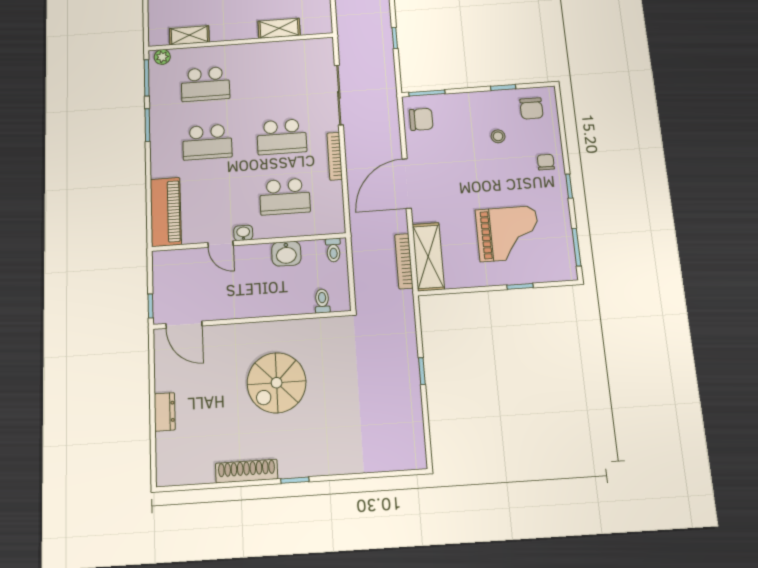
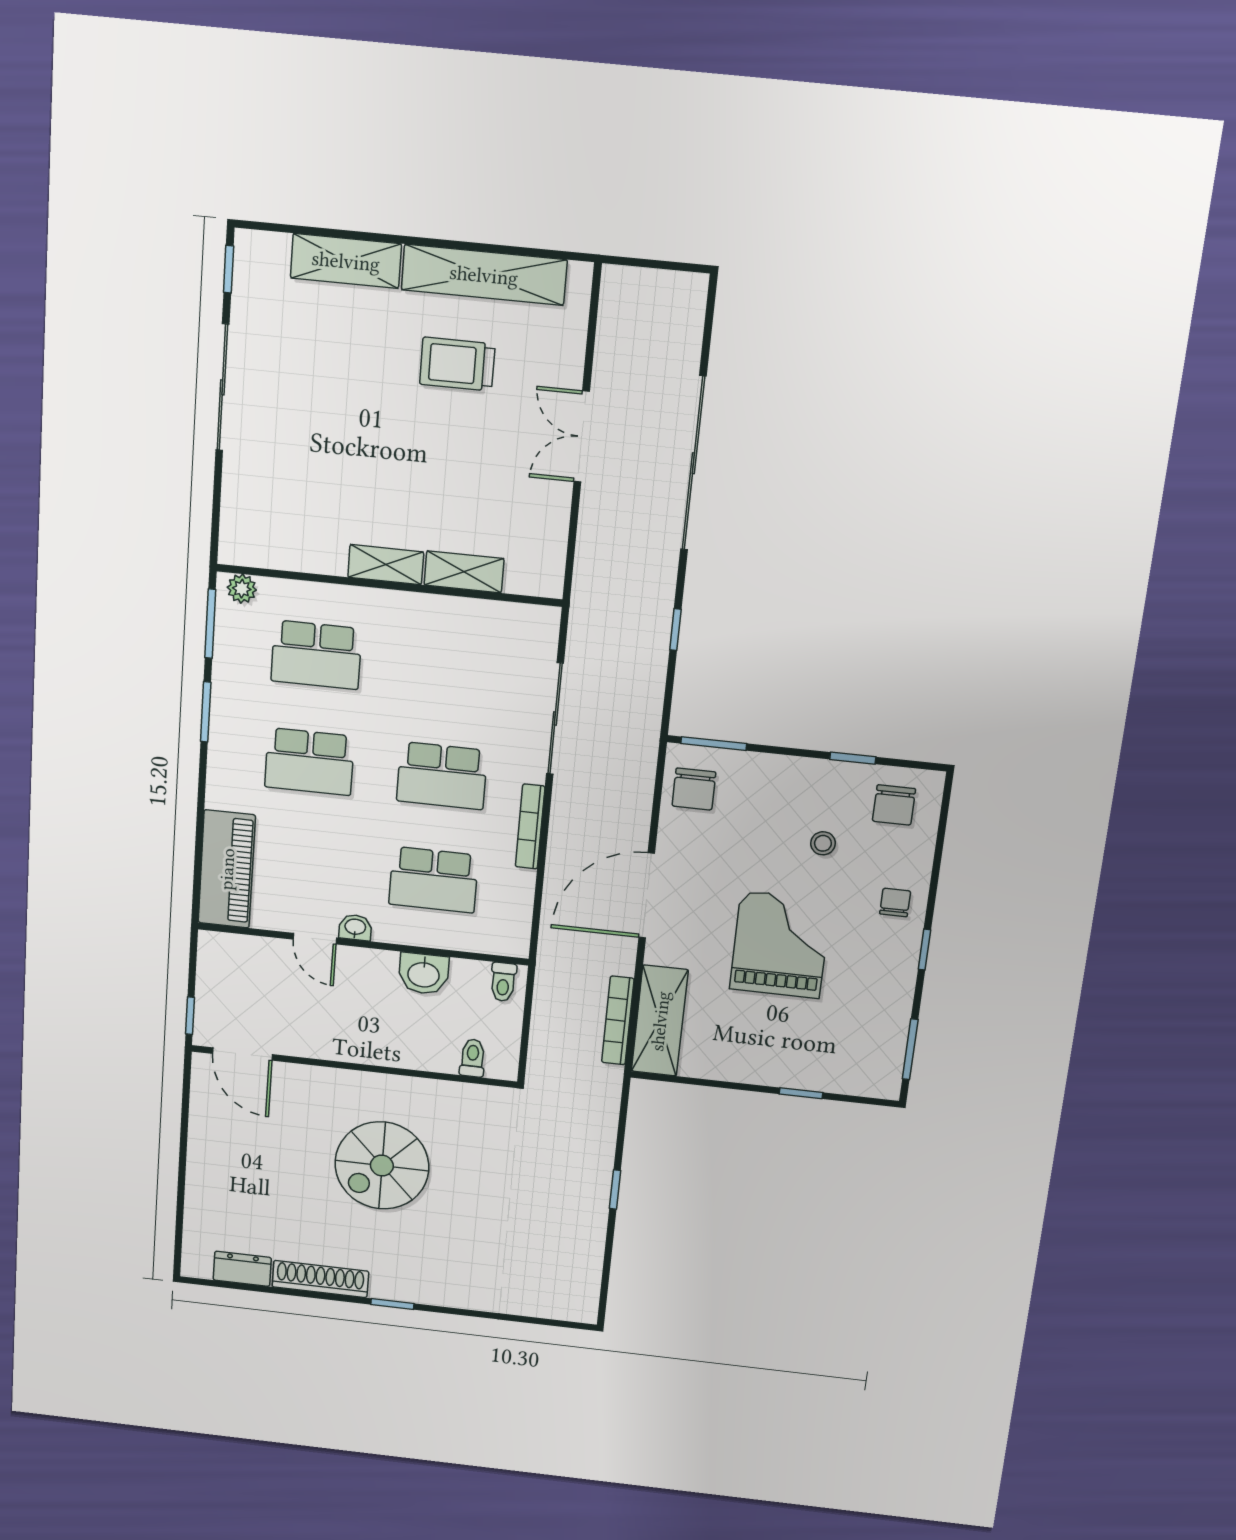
shelving: (189, 35) -> (386, 565), moved
chair: (421, 119) -> (694, 789), turned 90
grand piano: (508, 234) -> (780, 945), moved, turned -90
dresser: (165, 412) -> (242, 1269), moved, turned -90

